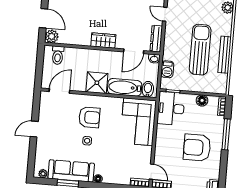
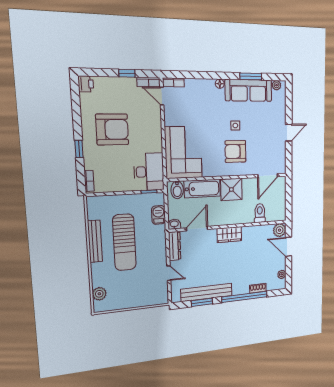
toilet: (58, 55) -> (260, 213), moved
floor lamp: (202, 100) -> (114, 185), removed
window: (226, 134) -> (79, 149), width x0.46

